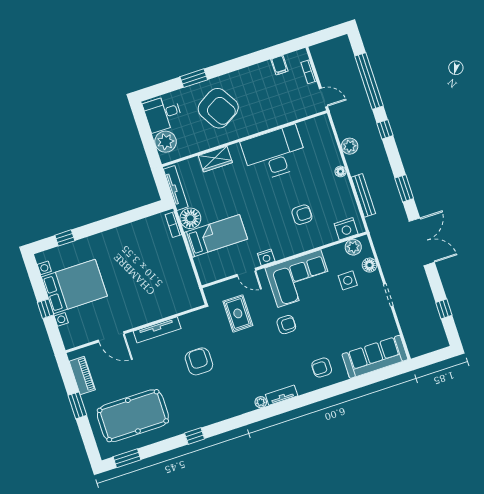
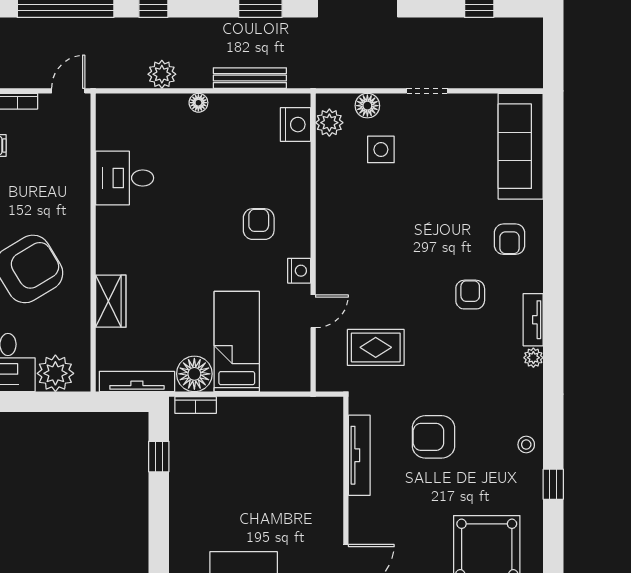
desk: (274, 153) -> (125, 178), width x0.53, depth x0.77
window: (138, 214) -> (159, 457), added
armchair: (302, 215) -> (259, 224), moved
corner sofa: (299, 279) -> (352, 228), removed
armchair: (286, 325) -> (470, 295), moved
tv unit: (157, 330) -> (359, 455), moved
stool: (212, 414) -> (526, 445), added

